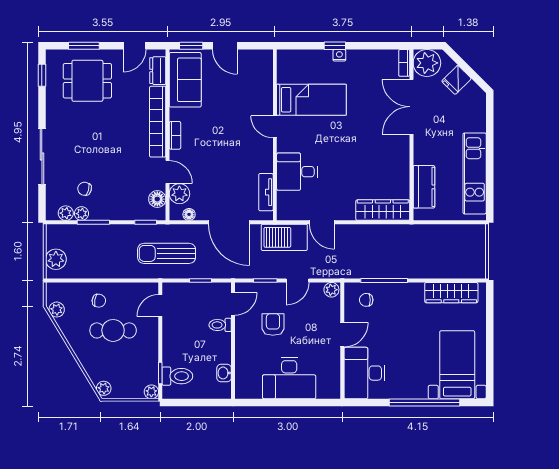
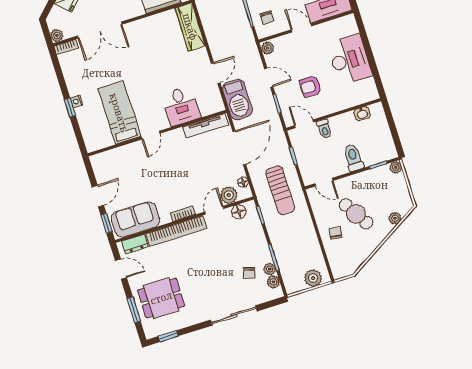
plant: (427, 63) -> (57, 35), width x0.53, depth x0.53
dining table: (87, 81) -> (161, 298), turned 90
tv unit: (266, 192) -> (206, 126), width x1.41
plant: (57, 310) -> (353, 265), removed
cafe table: (113, 330) -> (356, 214), turned -32
toilet: (177, 376) -> (353, 158), moved
plant: (104, 388) -> (395, 218), moved

